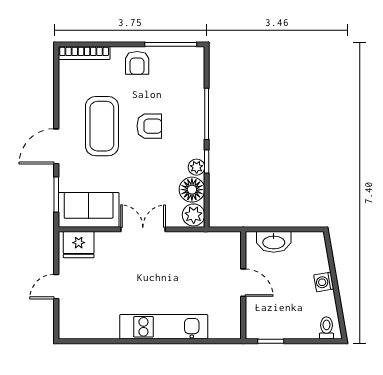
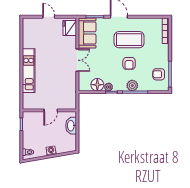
armchair: (137, 63) -> (159, 74), moved
plant: (194, 215) -> (132, 86), moved

